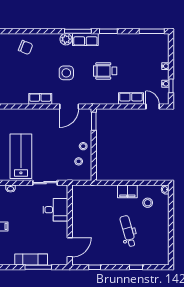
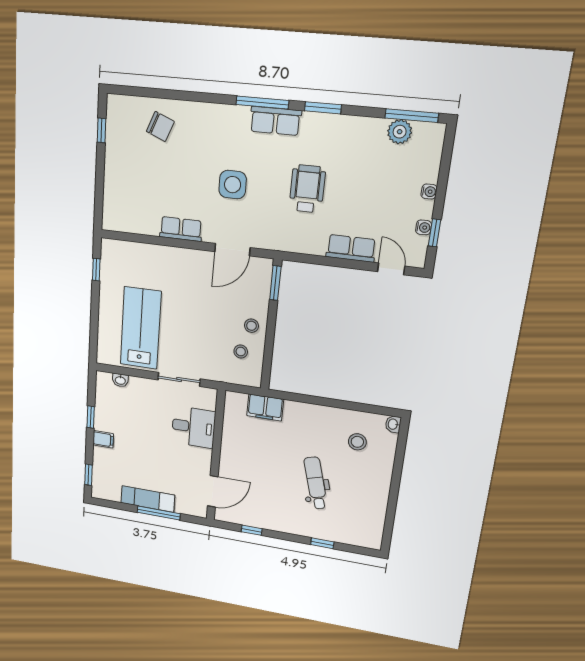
plant: (66, 39) -> (400, 132), moved
wheelchair: (105, 71) -> (307, 189), turned 90
filing cabinet: (127, 191) -> (265, 407), moved

